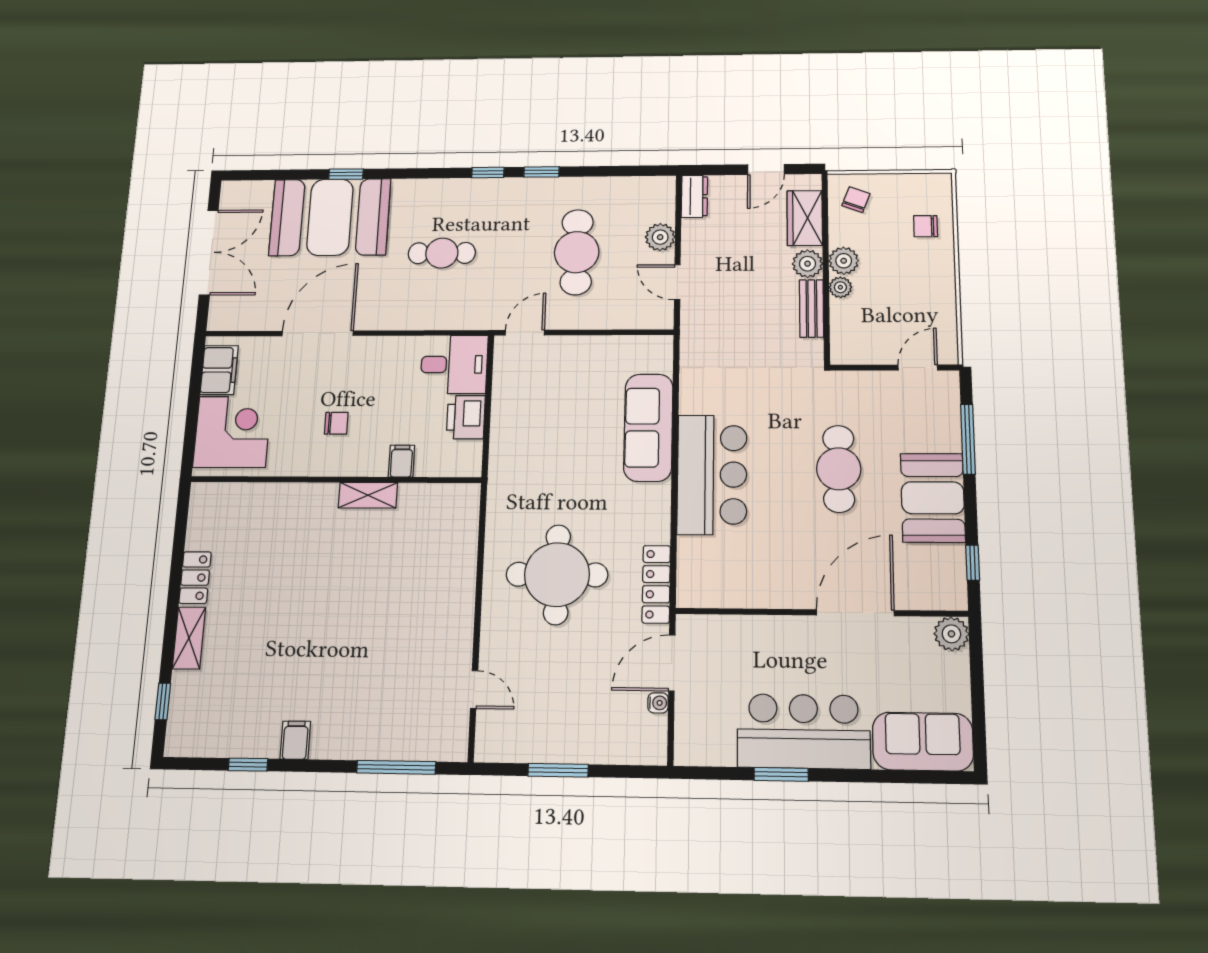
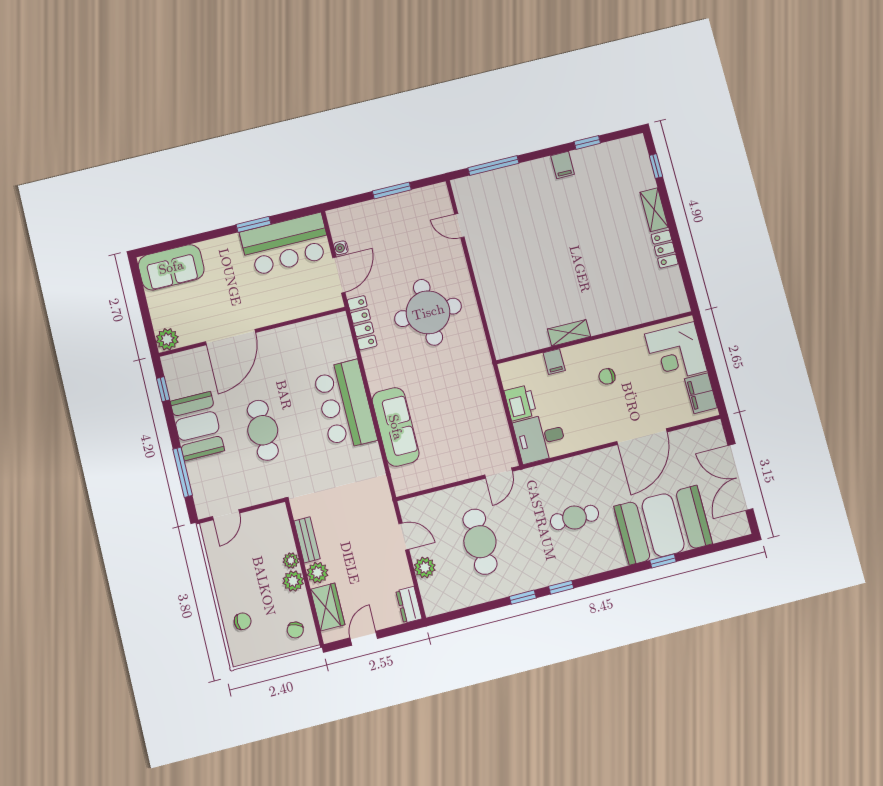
bar counter: (804, 731) -> (286, 244), moved

